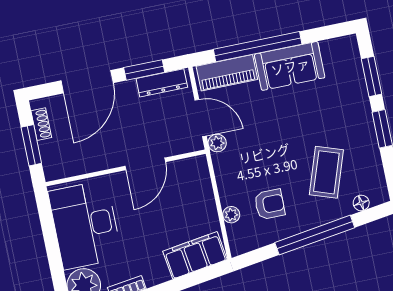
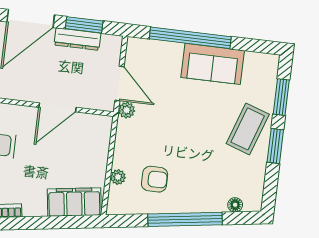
piano: (227, 73) -> (156, 52), removed
dresser: (162, 83) -> (77, 39), moved
coffee table: (326, 172) -> (248, 129), moved

